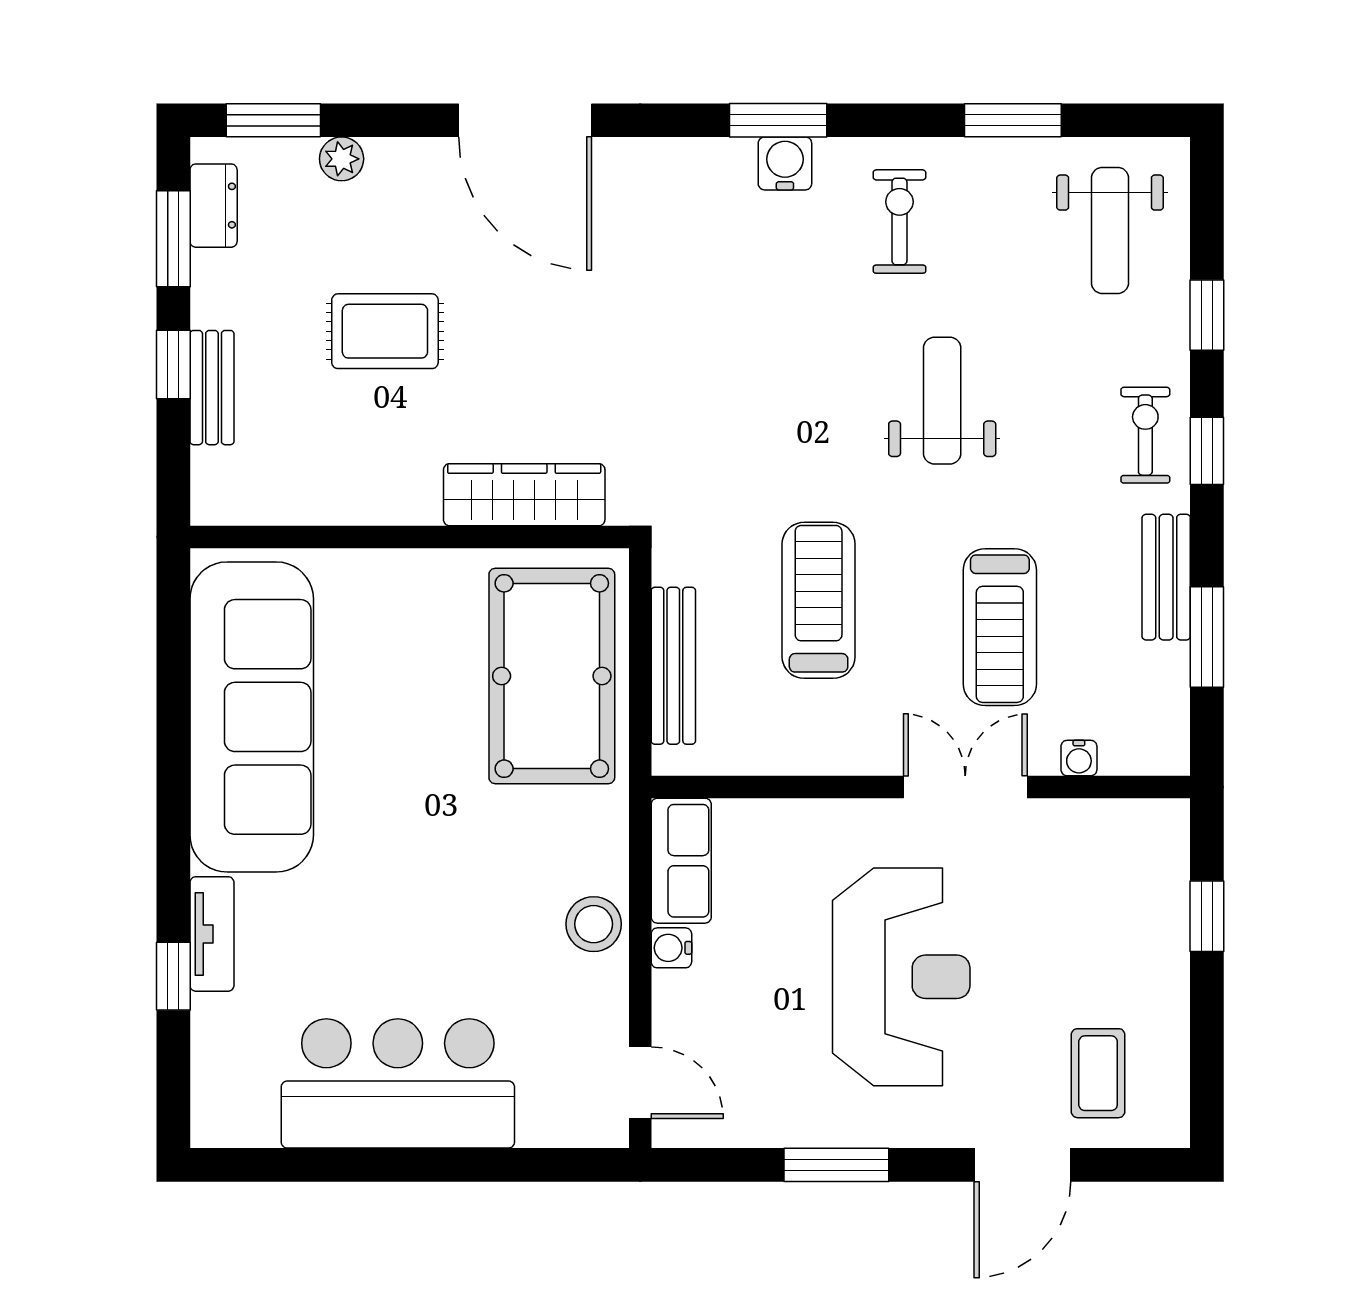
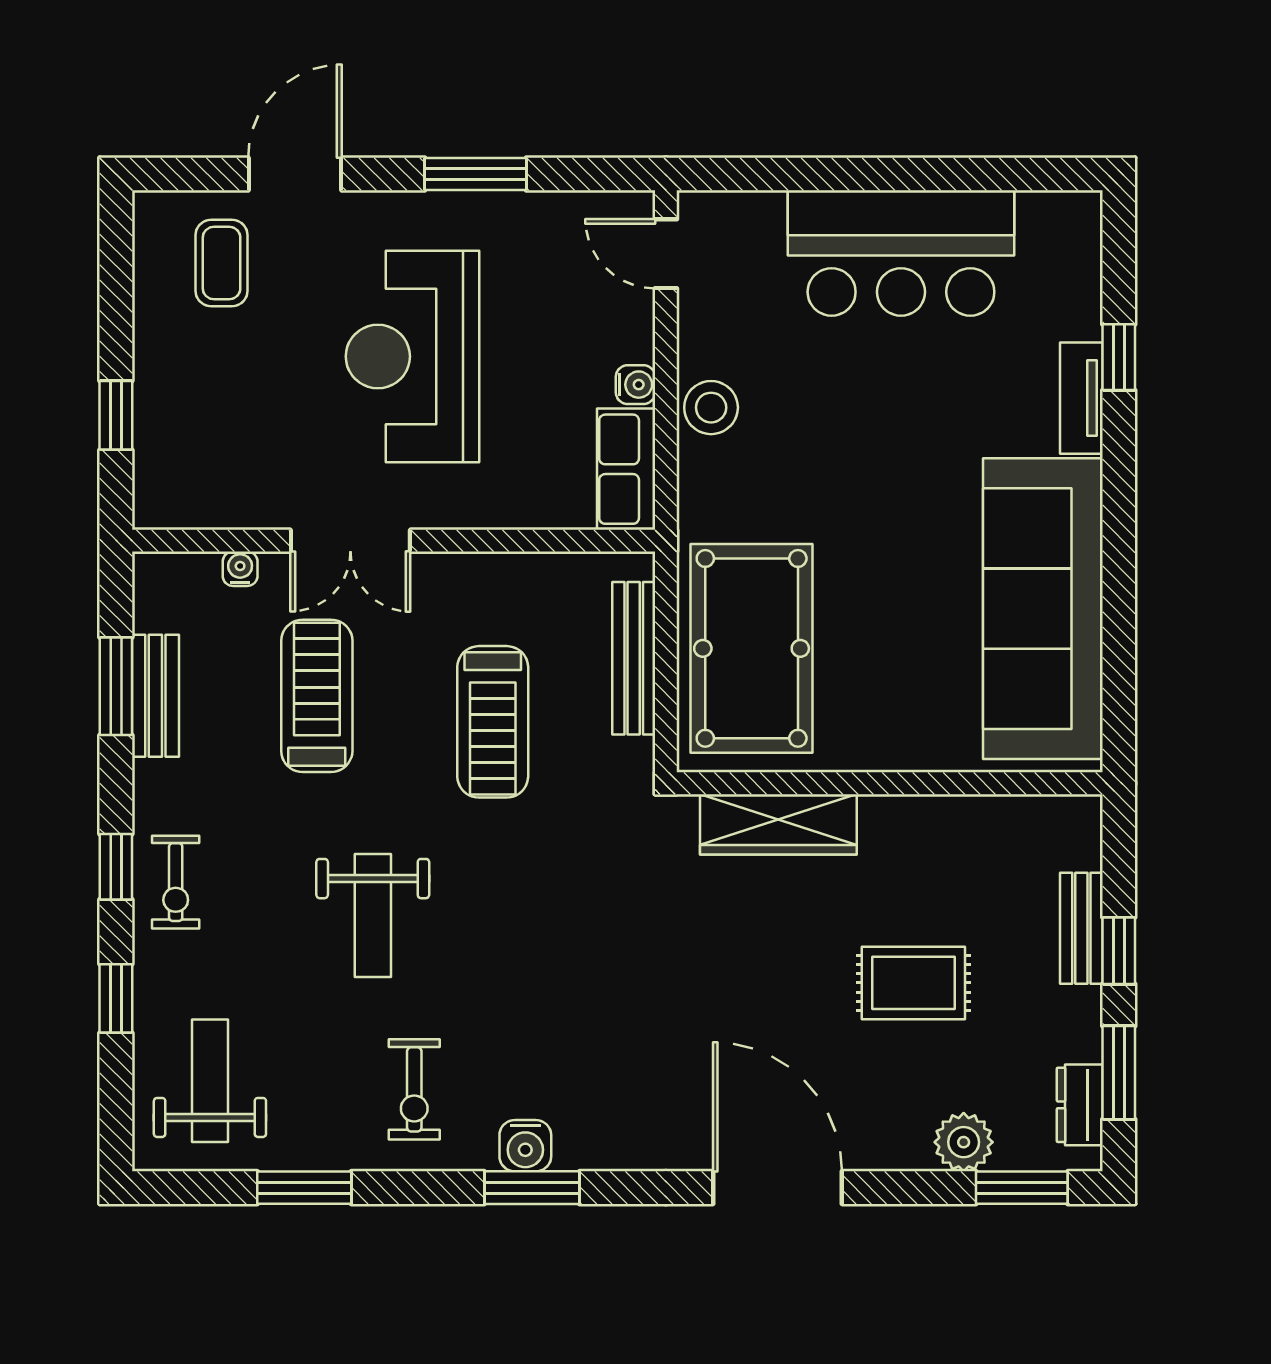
plant: (342, 159) -> (964, 1142), width x1.38, depth x1.38
bench: (1166, 577) -> (155, 696), moved

